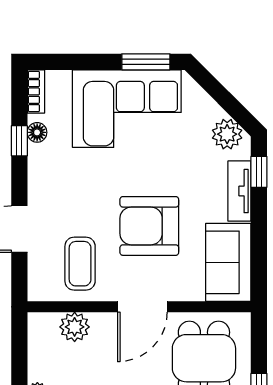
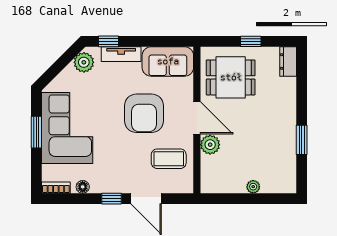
window: (146, 62) -> (36, 132), moved
window: (19, 141) -> (111, 199), moved
plant: (75, 327) -> (210, 145), moved

